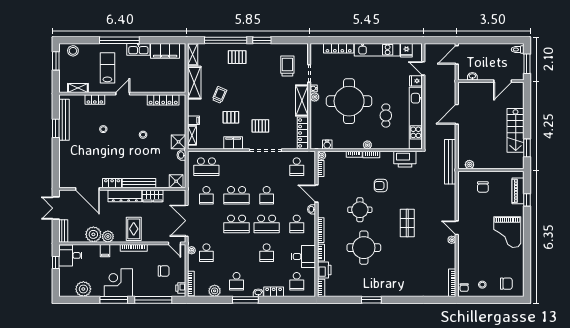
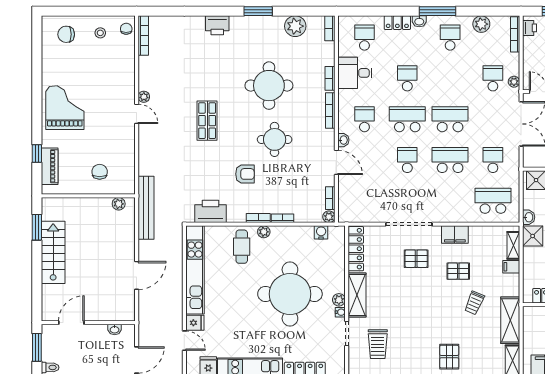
pallet: (237, 57) -> (449, 357), turned 90
cafe table: (386, 116) -> (242, 247), moved
school desk: (297, 167) -> (364, 201), removed
printer: (324, 270) -> (217, 25), moved, turned -90
plant: (345, 289) -> (295, 26), added

